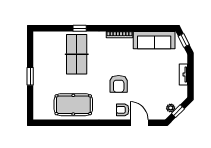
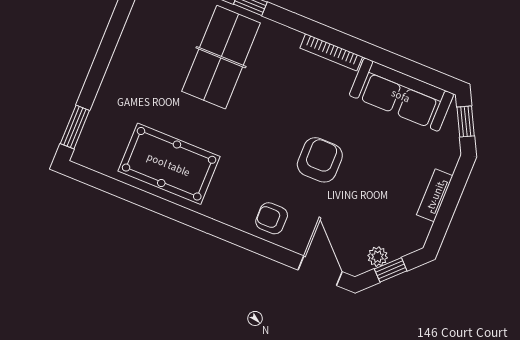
window: (30, 76) -> (75, 127), moved
armchair: (119, 84) -> (320, 160), moved, turned 180
door: (139, 123) -> (320, 271), moved

